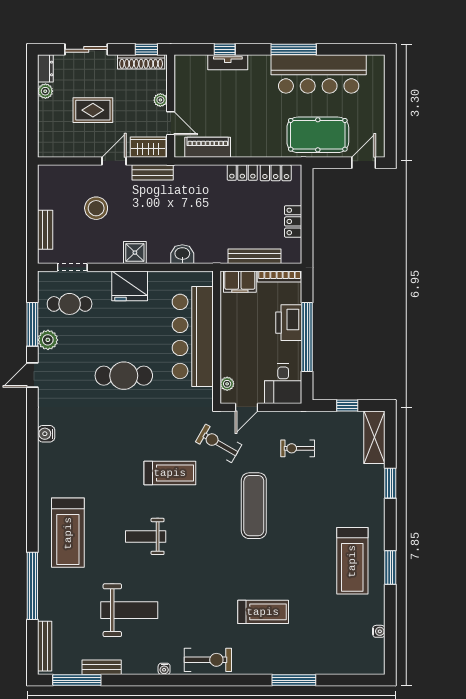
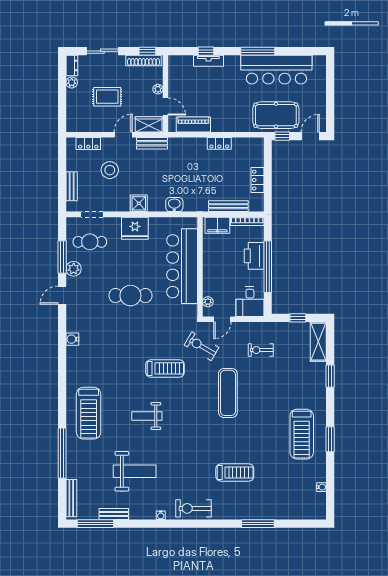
window: (326, 163) -> (282, 136), added
locker: (276, 173) -> (88, 144), moved
exercise bike: (208, 660) -> (194, 508), turned 180

